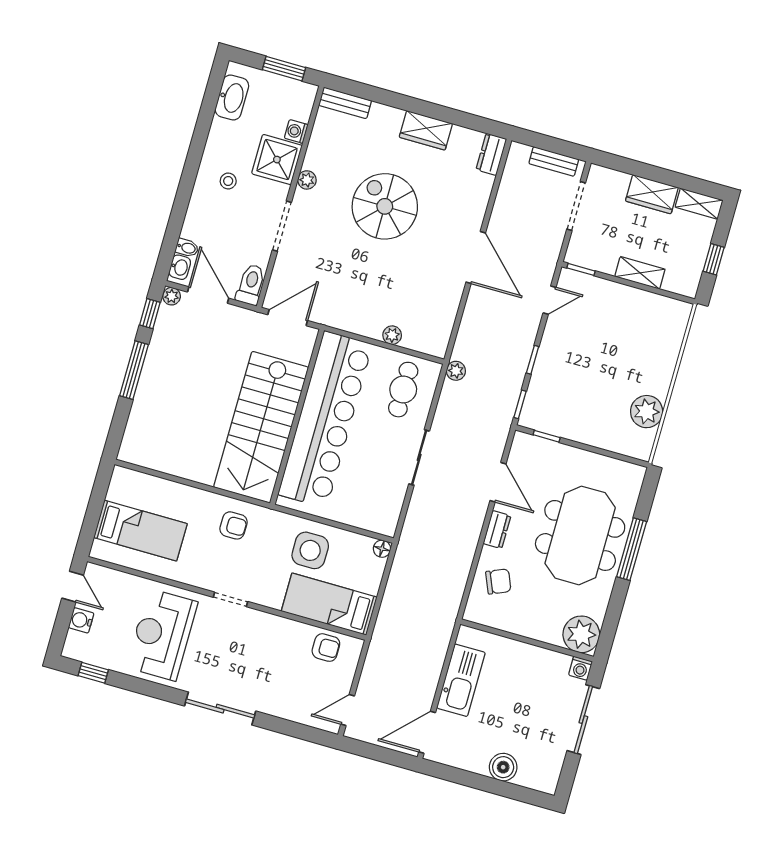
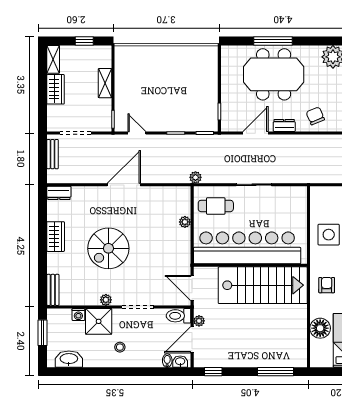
plant: (172, 296) -> (199, 321), moved
window: (134, 370) -> (275, 372), moved
plant: (647, 412) -> (188, 55), removed
floor lamp: (382, 549) -> (320, 328), moved, width x1.89, depth x1.89

